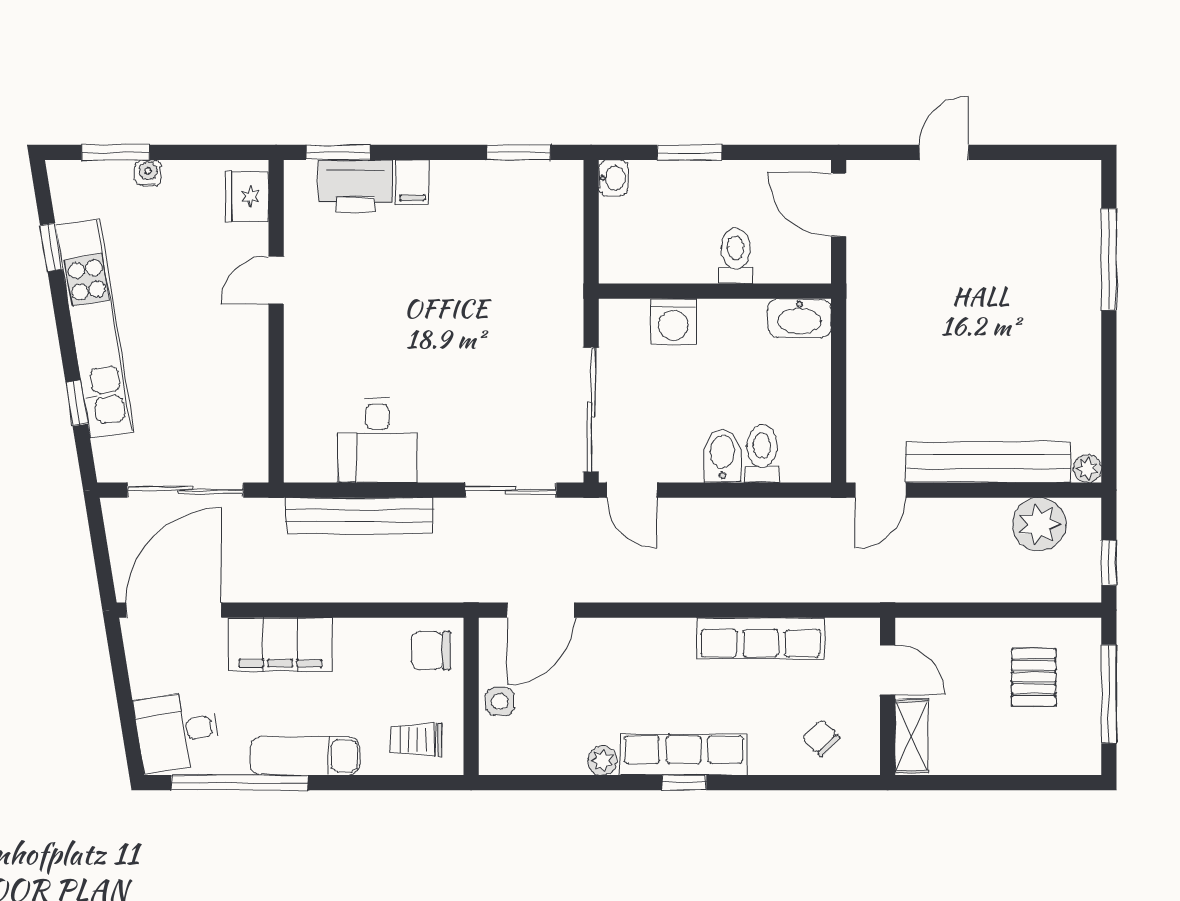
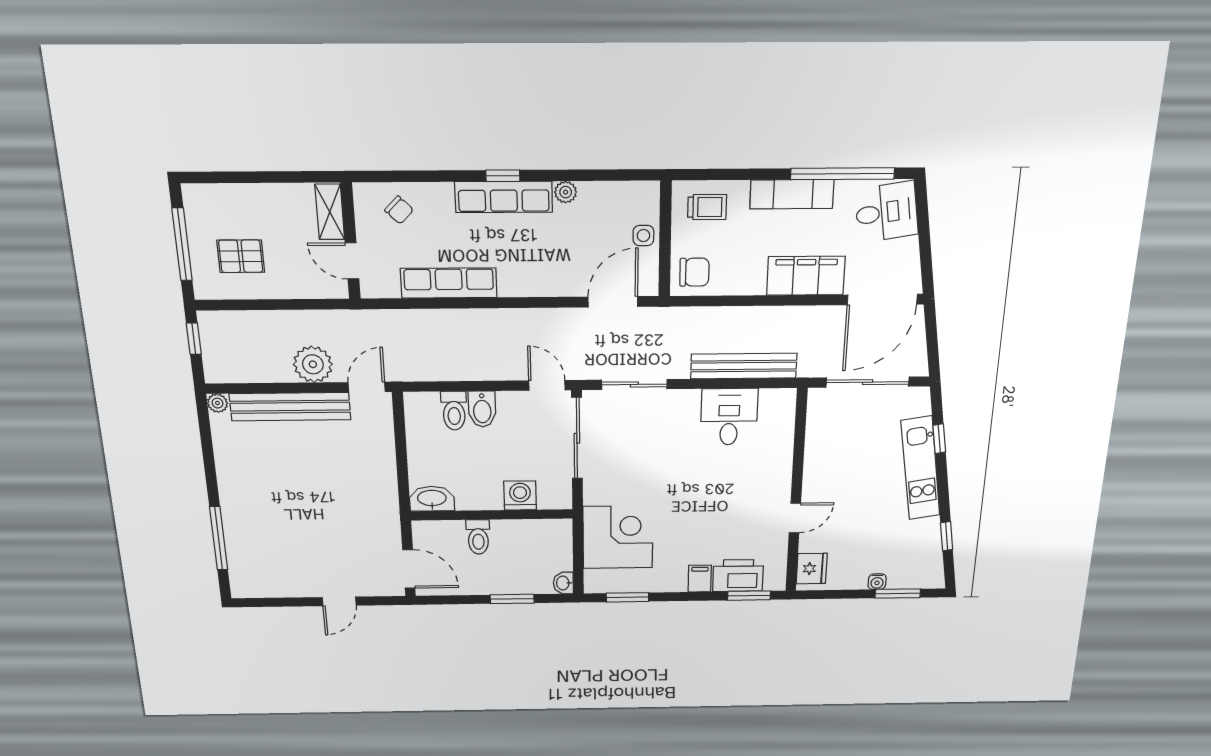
corner desk: (533, 253) -> (618, 537), added
kitchen unit: (95, 329) -> (921, 468), width x0.73
plant: (1039, 524) -> (313, 364), moved
pallet: (1034, 677) -> (241, 256), turned 90

